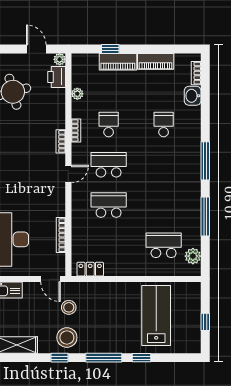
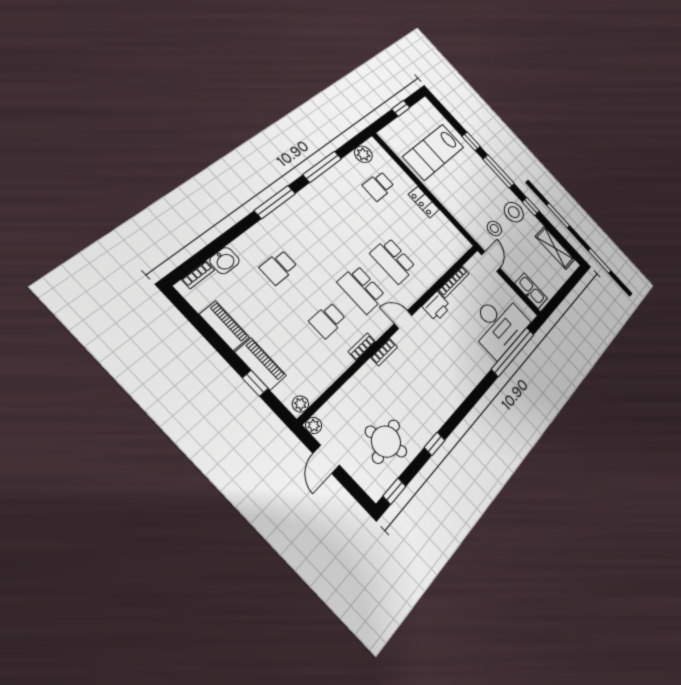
printer: (57, 77) -> (437, 306), moved
plant: (77, 94) -> (300, 404), moved
school desk: (164, 245) -> (379, 186), width x0.54
locker: (90, 269) -> (424, 202), moved

